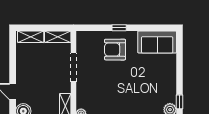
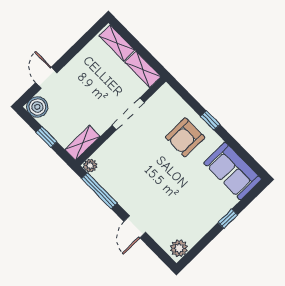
armchair: (115, 50) -> (185, 137), turned -90
window: (180, 102) -> (228, 219), moved

